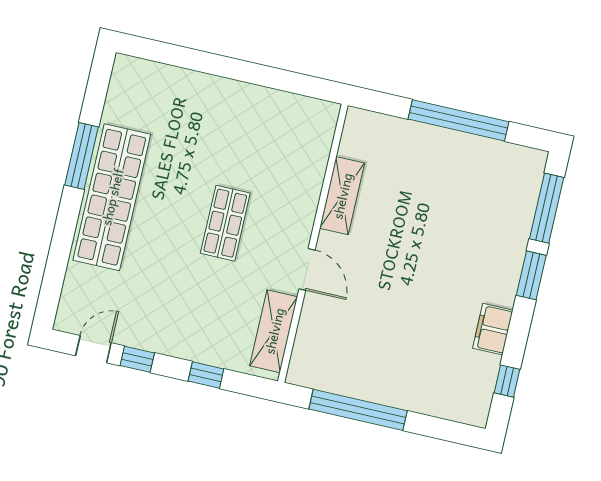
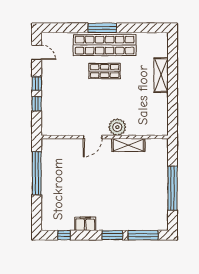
window: (82, 156) -> (102, 28), moved
plant: (298, 210) -> (117, 127), added
shop shelf: (225, 223) -> (105, 71), moved
shelving: (274, 331) -> (161, 75), moved, turned 90
window: (137, 359) -> (37, 83), moved

